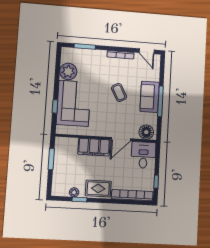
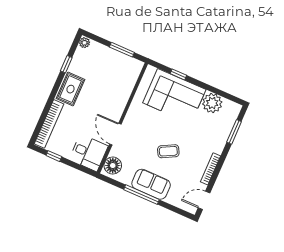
filing cabinet: (94, 147) -> (118, 101), removed
plant: (74, 192) -> (84, 43), moved

